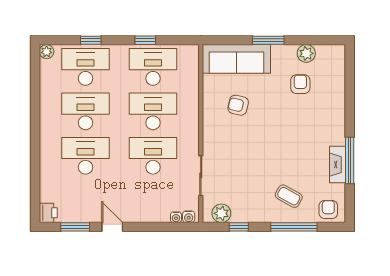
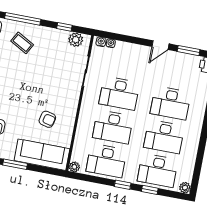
window: (145, 40) -> (123, 185), moved
plant: (192, 51) -> (74, 167), added
door: (112, 227) -> (160, 45), hinge flipped

